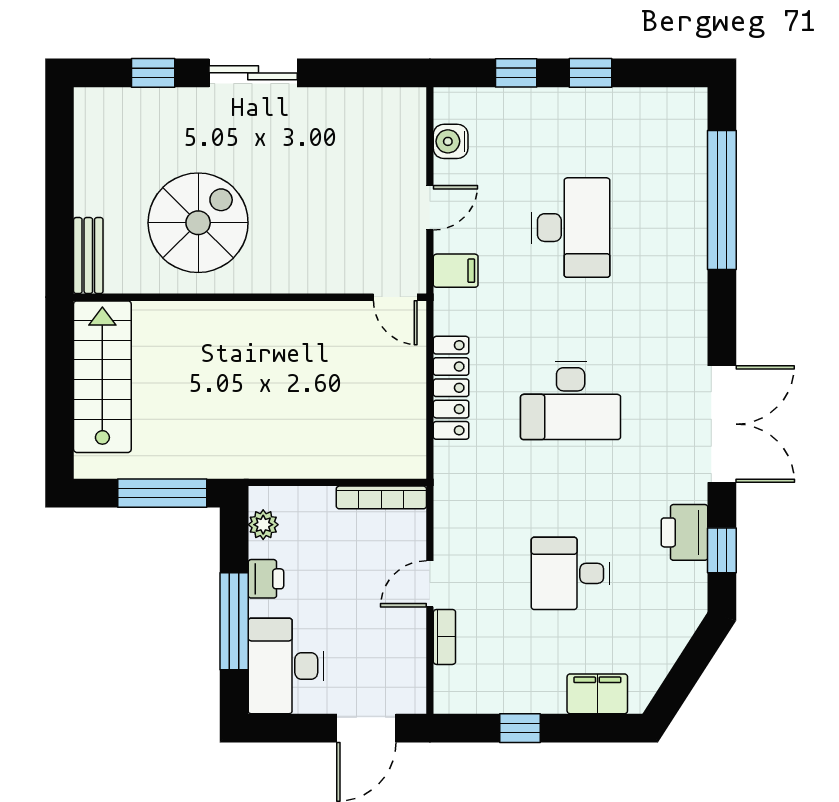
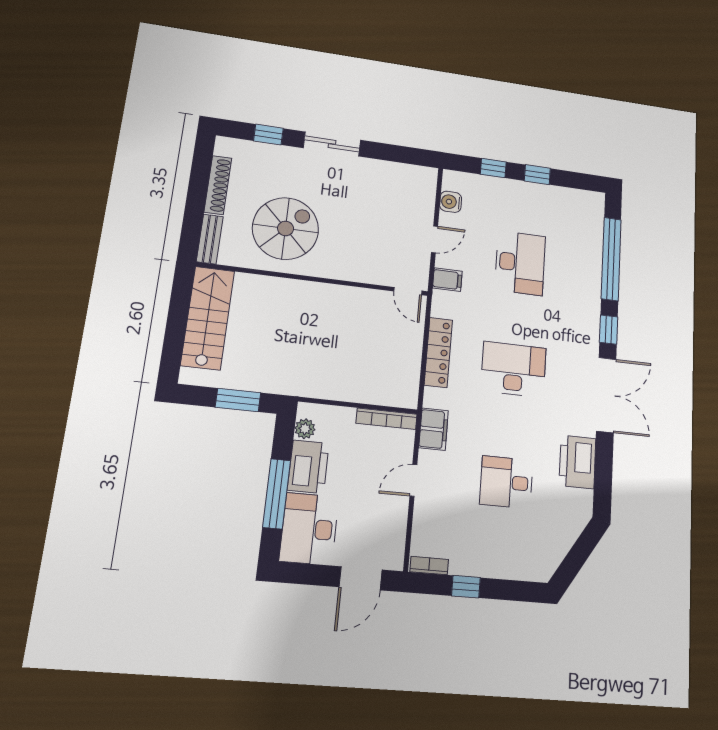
shoe rack: (88, 168) -> (218, 185), added
desk: (571, 400) -> (513, 369), turned 180
window: (162, 493) -> (238, 400), width x0.69
printer: (684, 532) -> (577, 462), width x1.37, depth x1.19
window: (722, 550) -> (609, 330), moved
printer: (266, 579) -> (308, 467), width x1.87, depth x1.48
bookcase: (444, 637) -> (429, 566), moved, turned -90
filing cabinet: (597, 694) -> (434, 429), moved, turned 90

